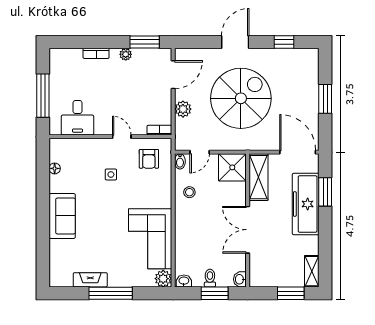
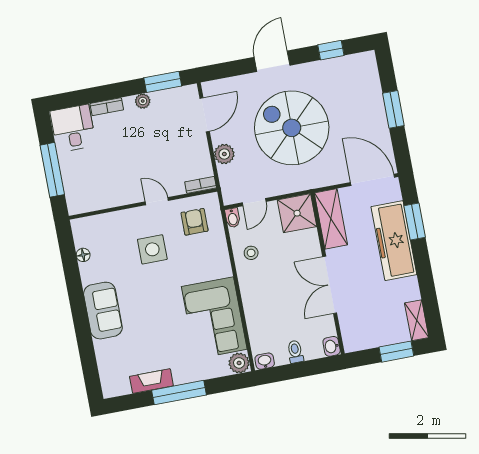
spiral stairs: (241, 98) -> (292, 128), turned -90
desk: (77, 118) -> (73, 128), moved, turned 180
armchair: (149, 159) -> (195, 222), turned 180
side table: (111, 174) -> (152, 249), width x1.87, depth x1.87
window: (215, 293) -> (304, 369), removed

